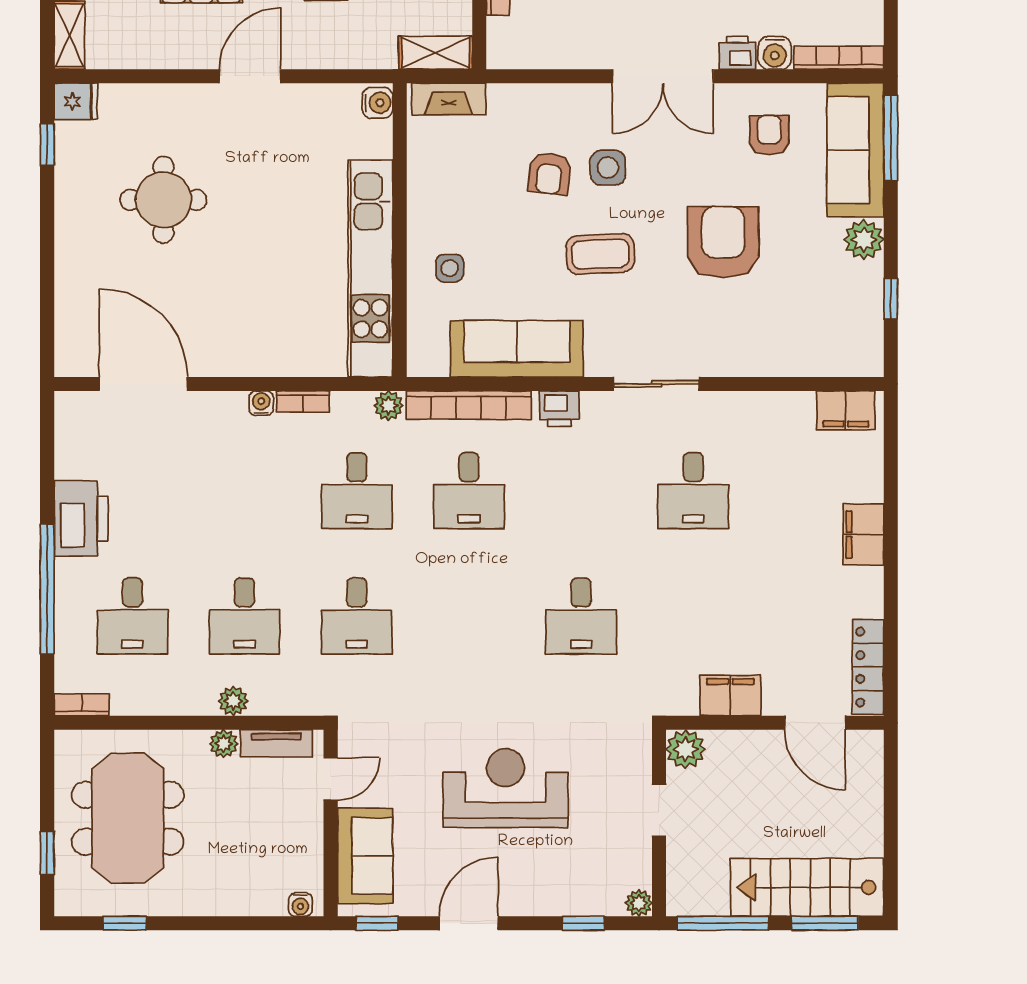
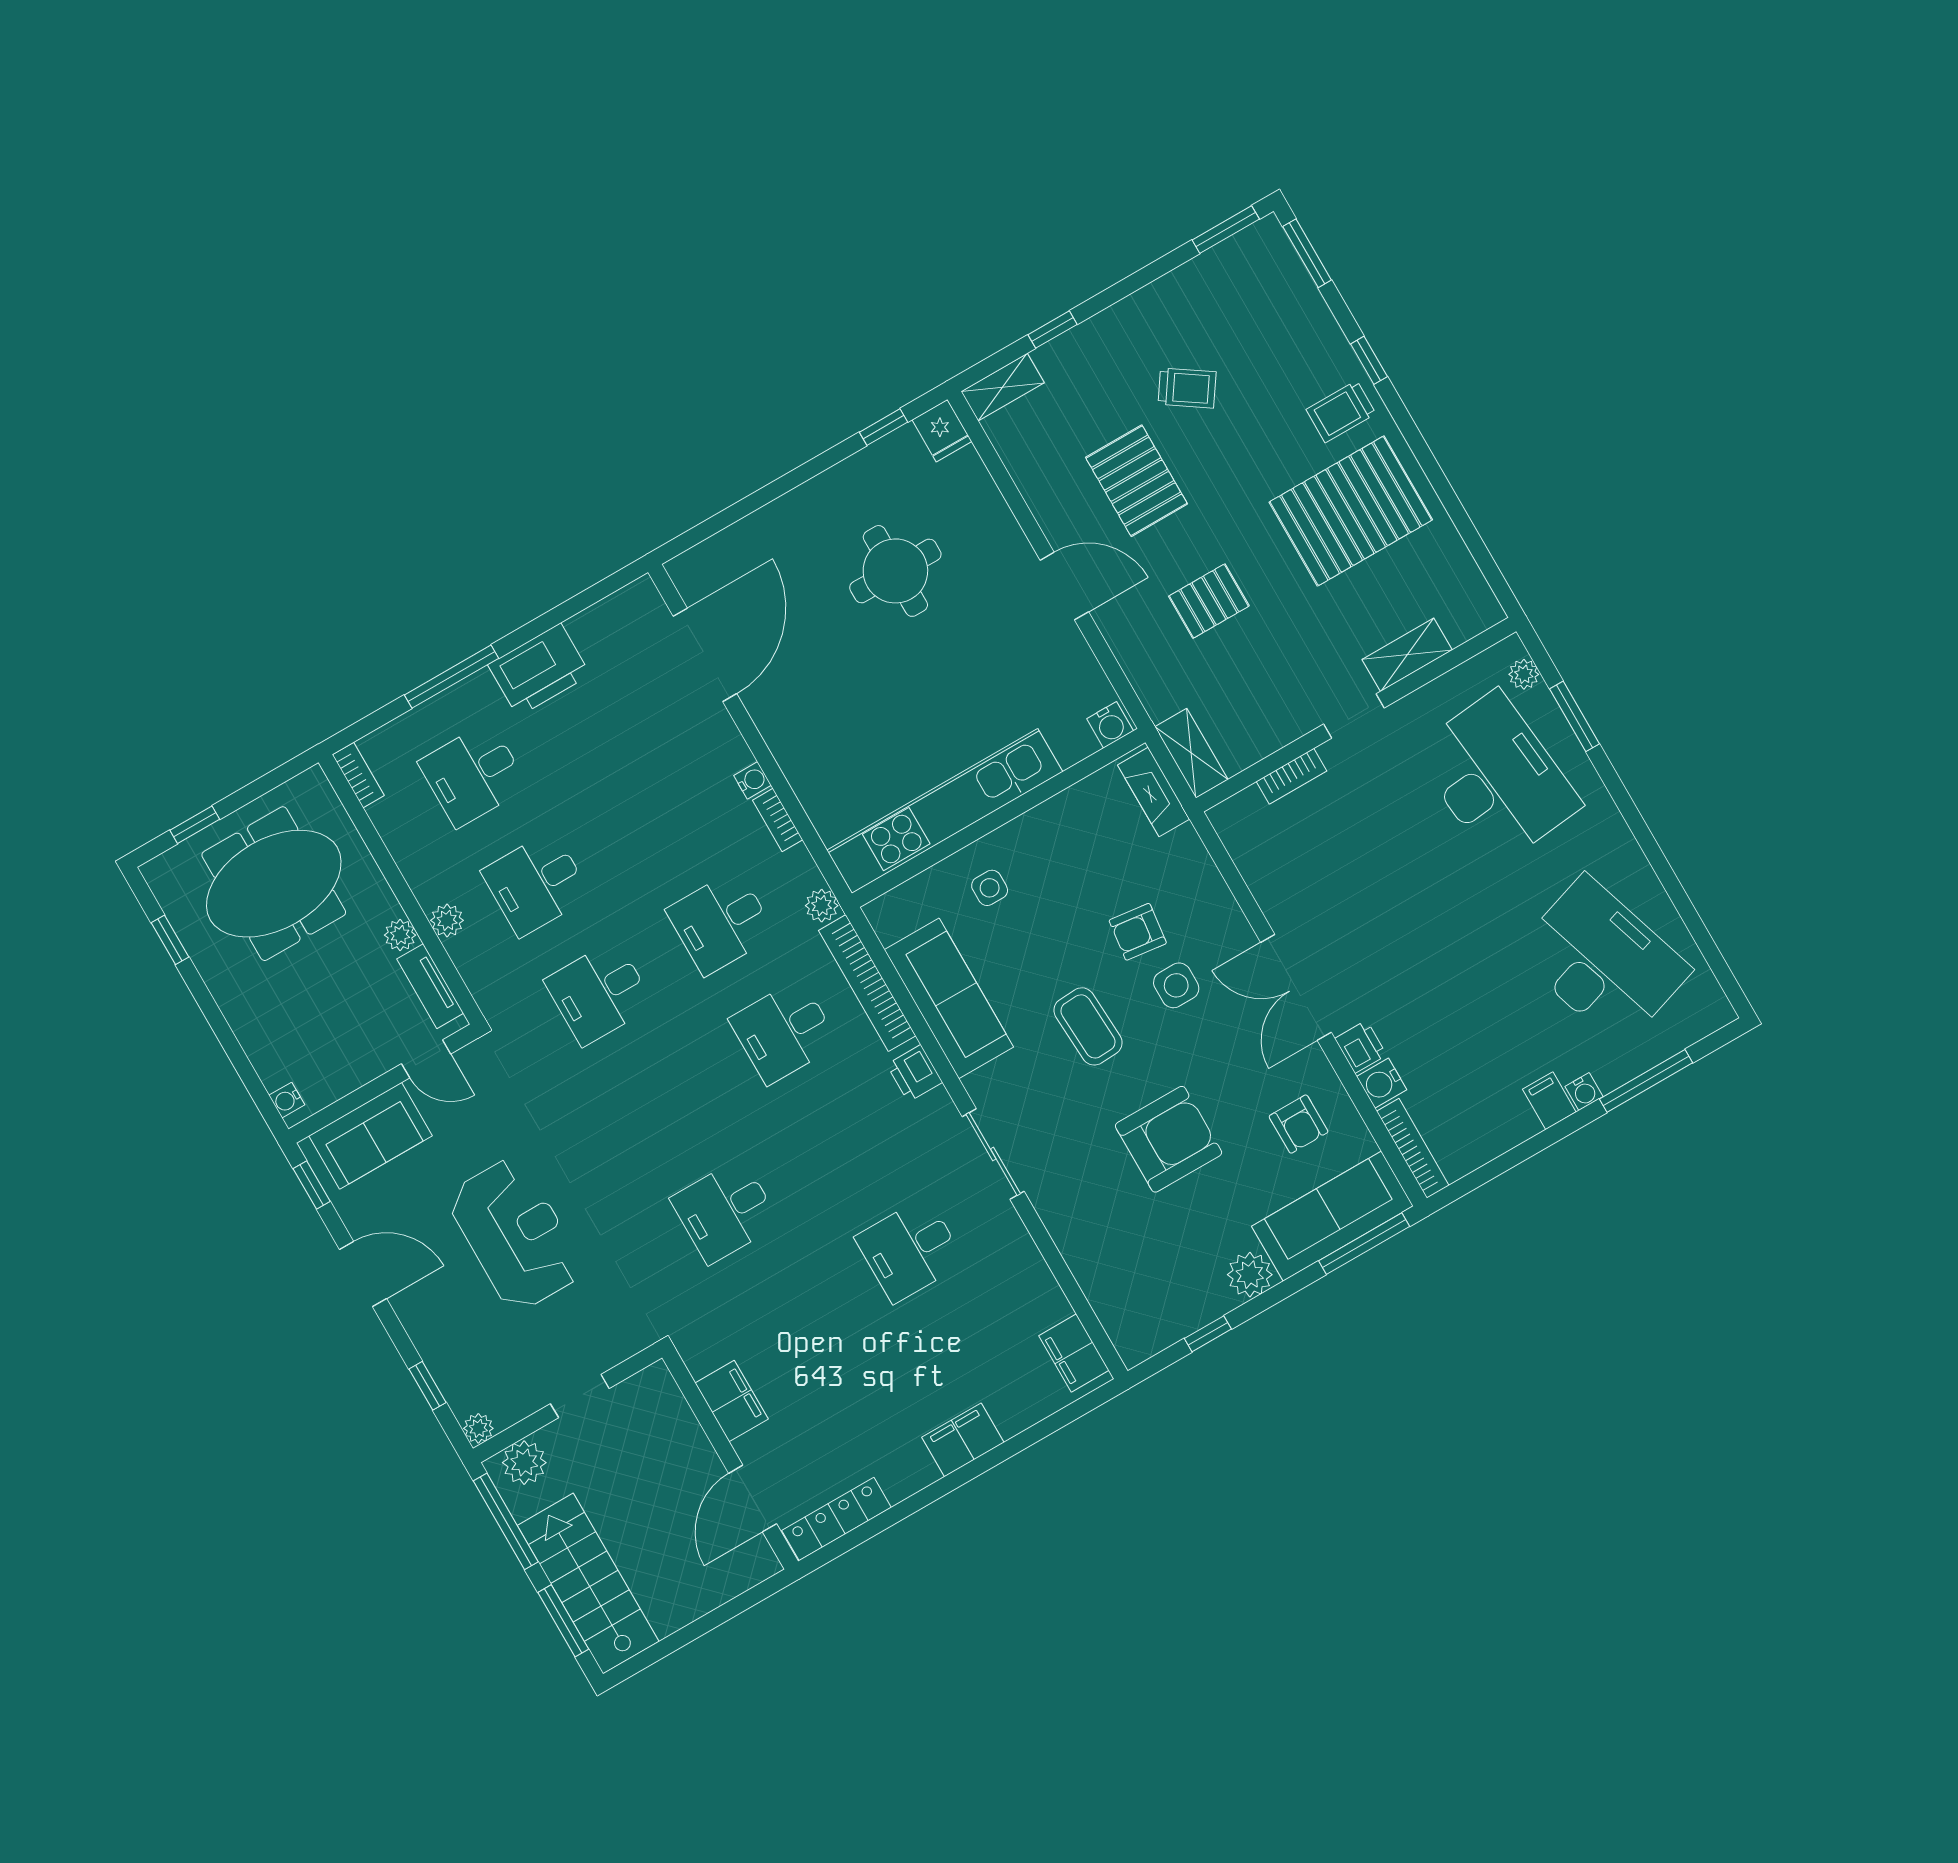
armchair: (769, 135) -> (1298, 1124), turned 90
window: (47, 589) -> (451, 677), width x0.68
plant: (686, 749) -> (524, 1463), moved

